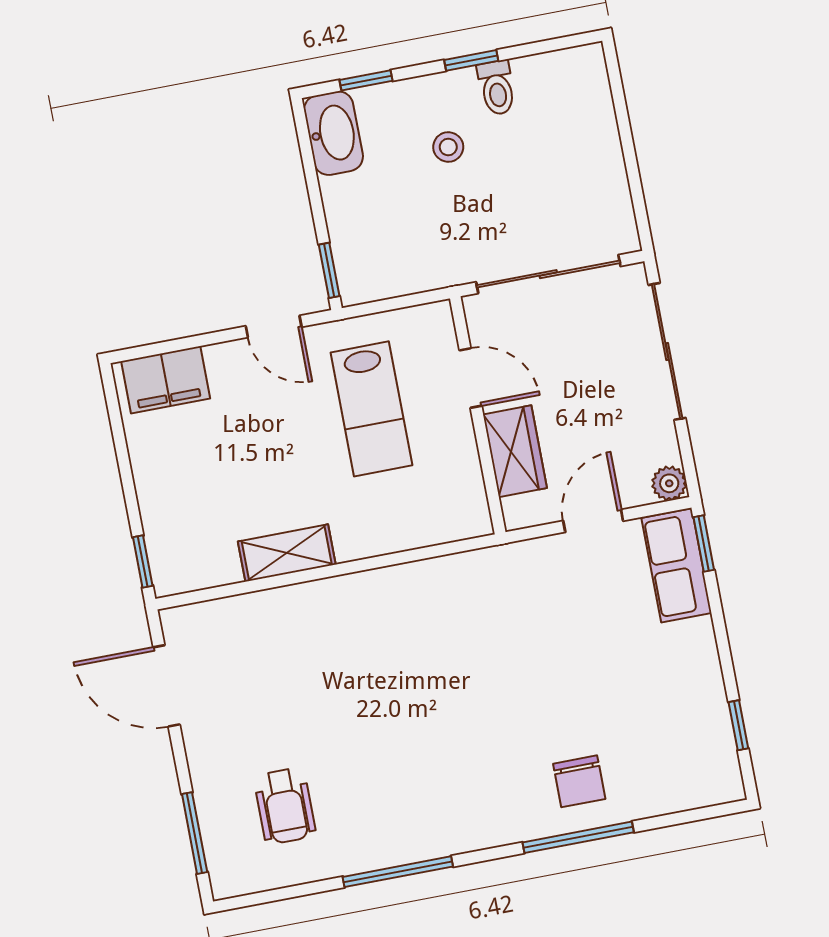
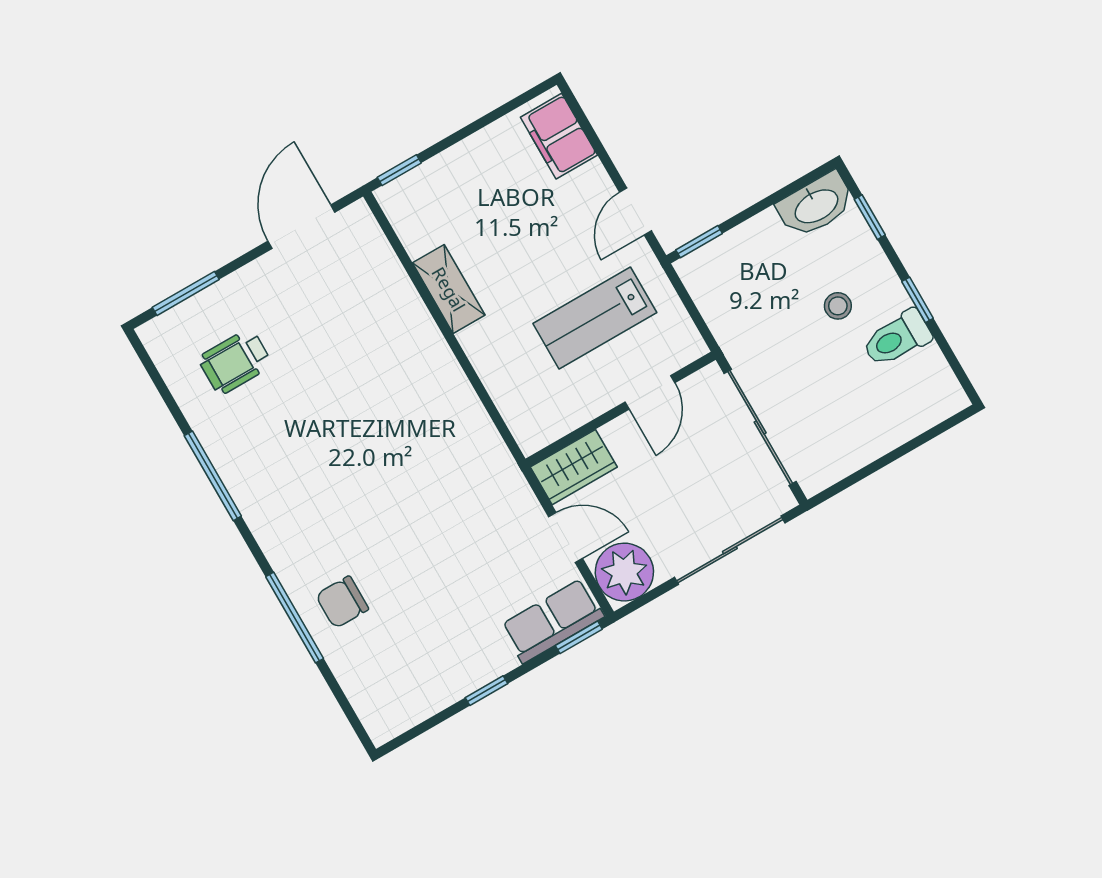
toilet: (497, 88) -> (897, 338), width x1.37, depth x1.39
wardrobe: (515, 451) -> (574, 467), moved
plant: (669, 483) -> (624, 572), width x1.88, depth x1.88
window: (738, 725) -> (486, 691), moved

